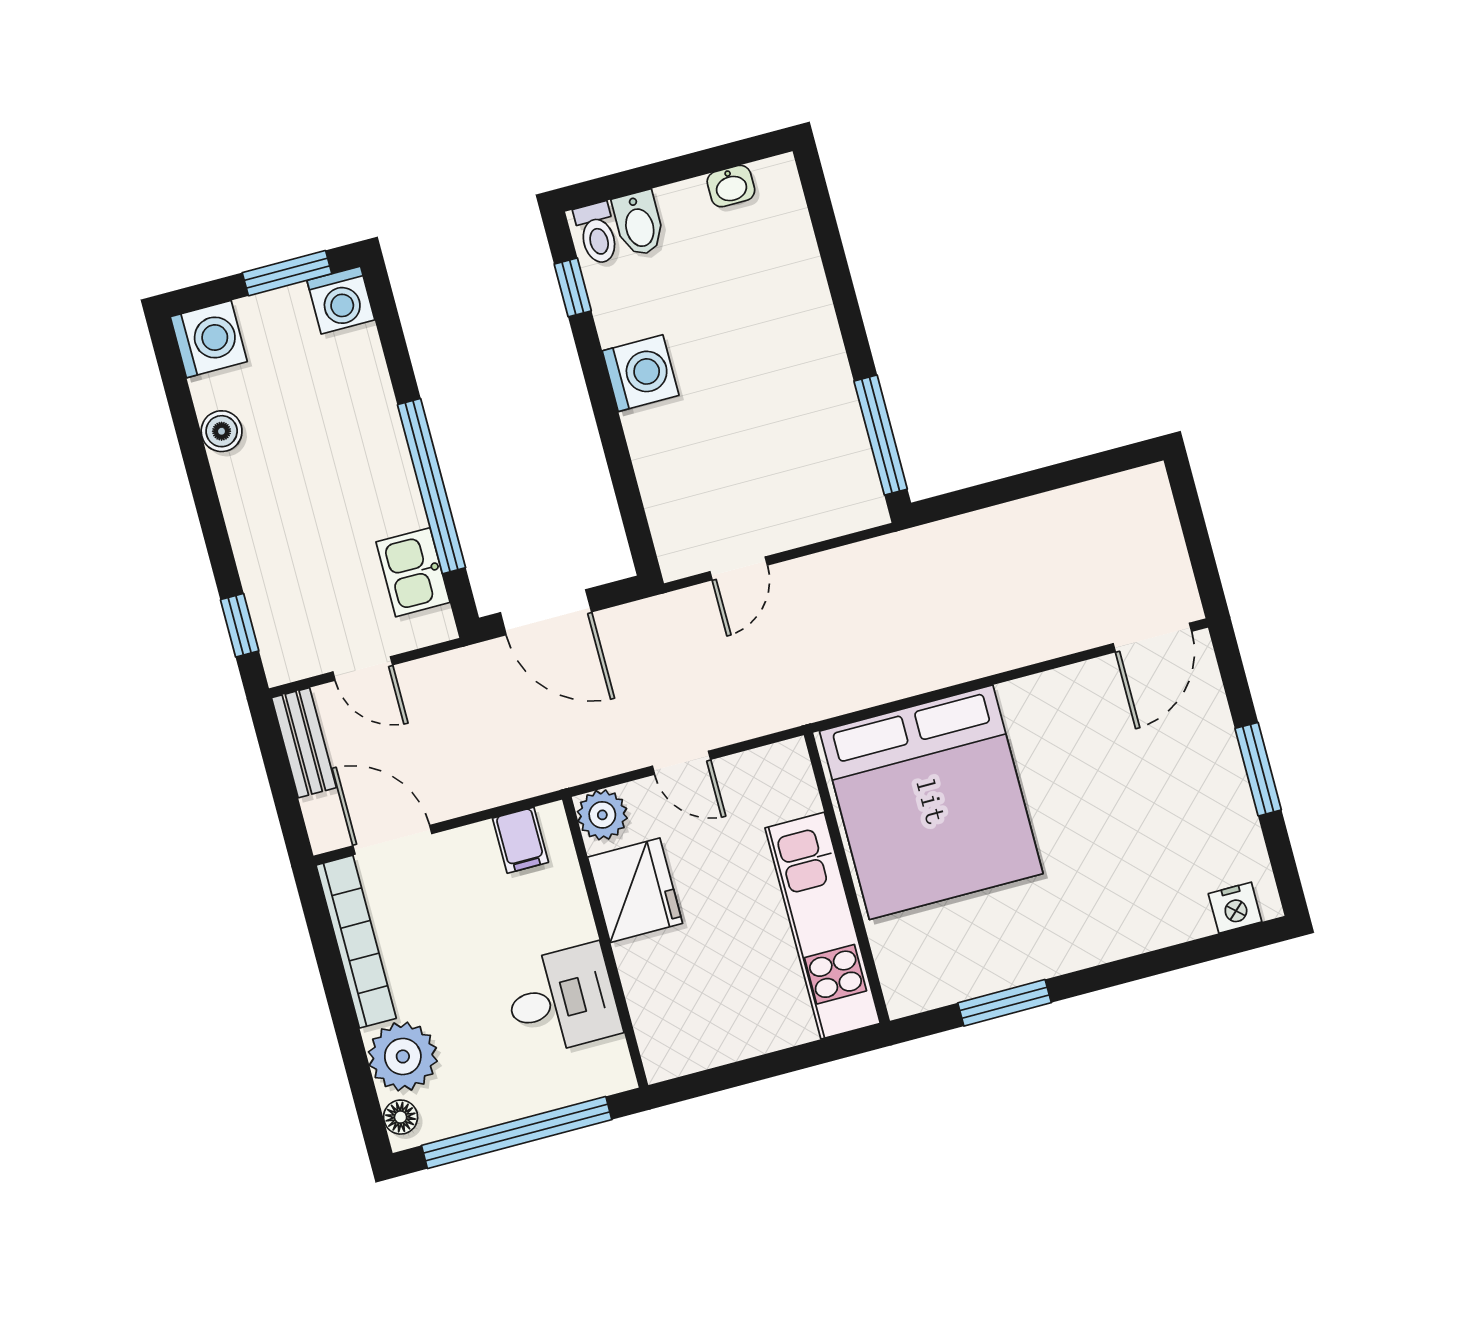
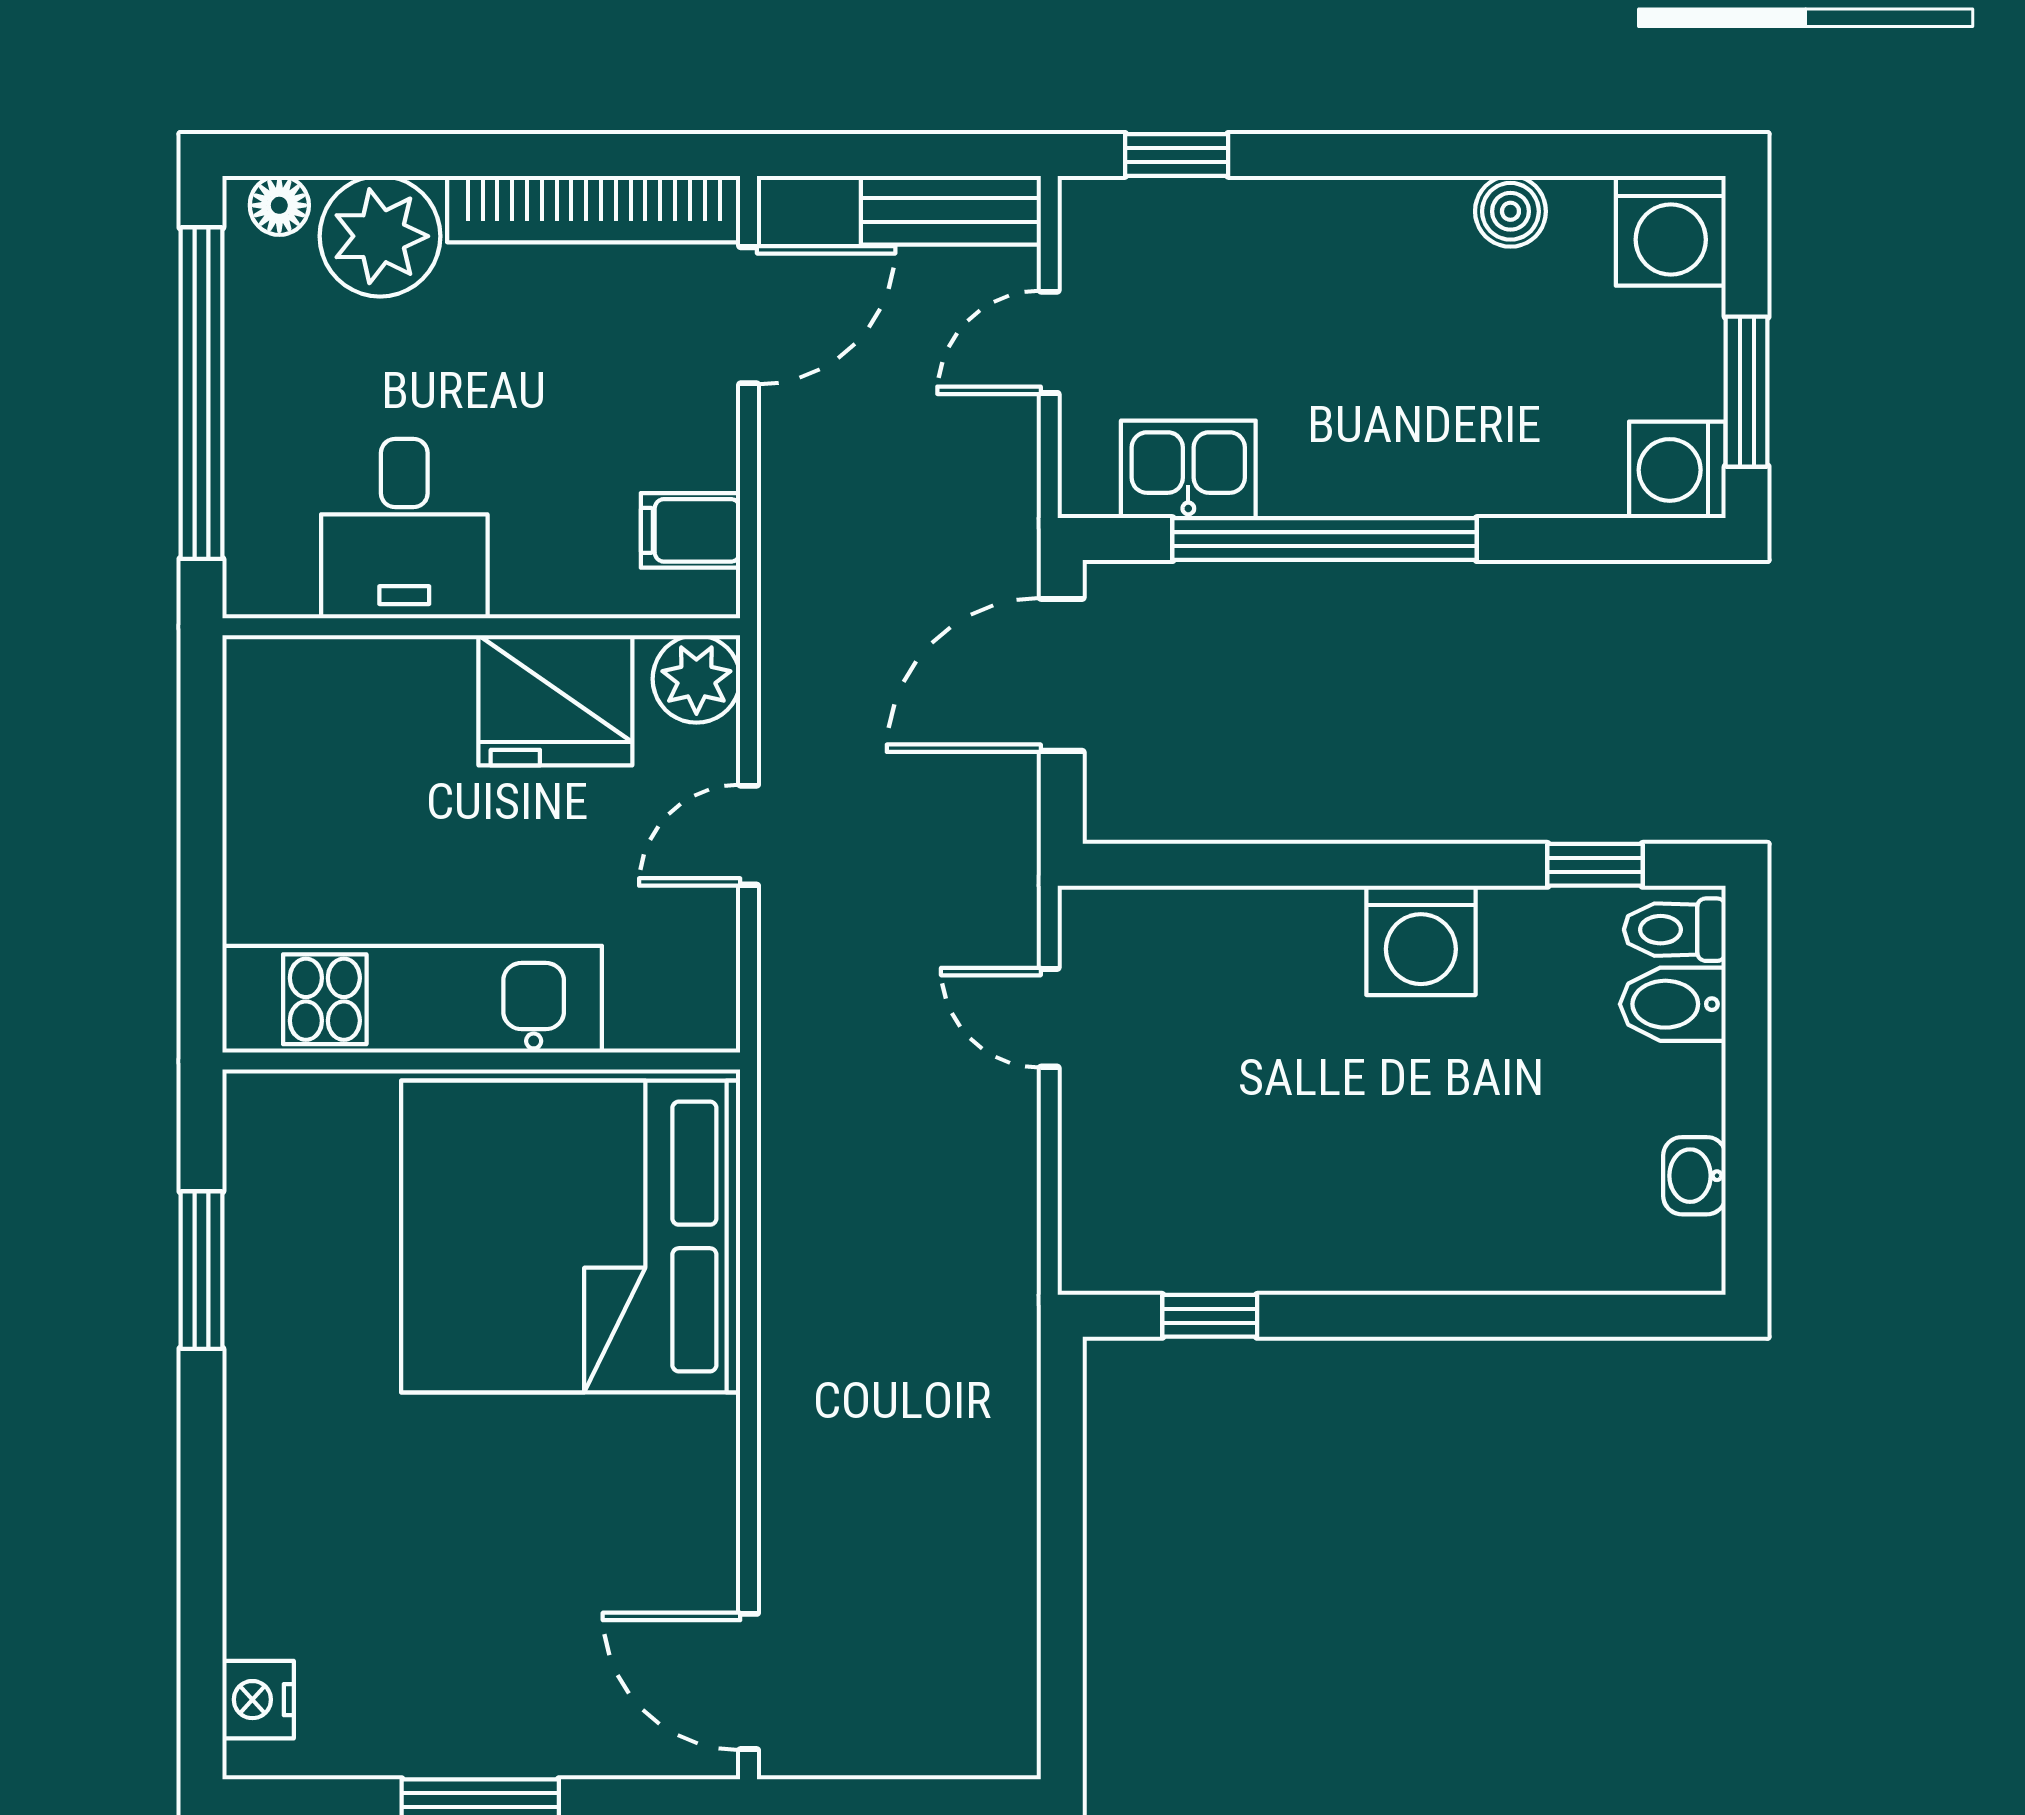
window: (881, 435) -> (1210, 1316), width x0.46

